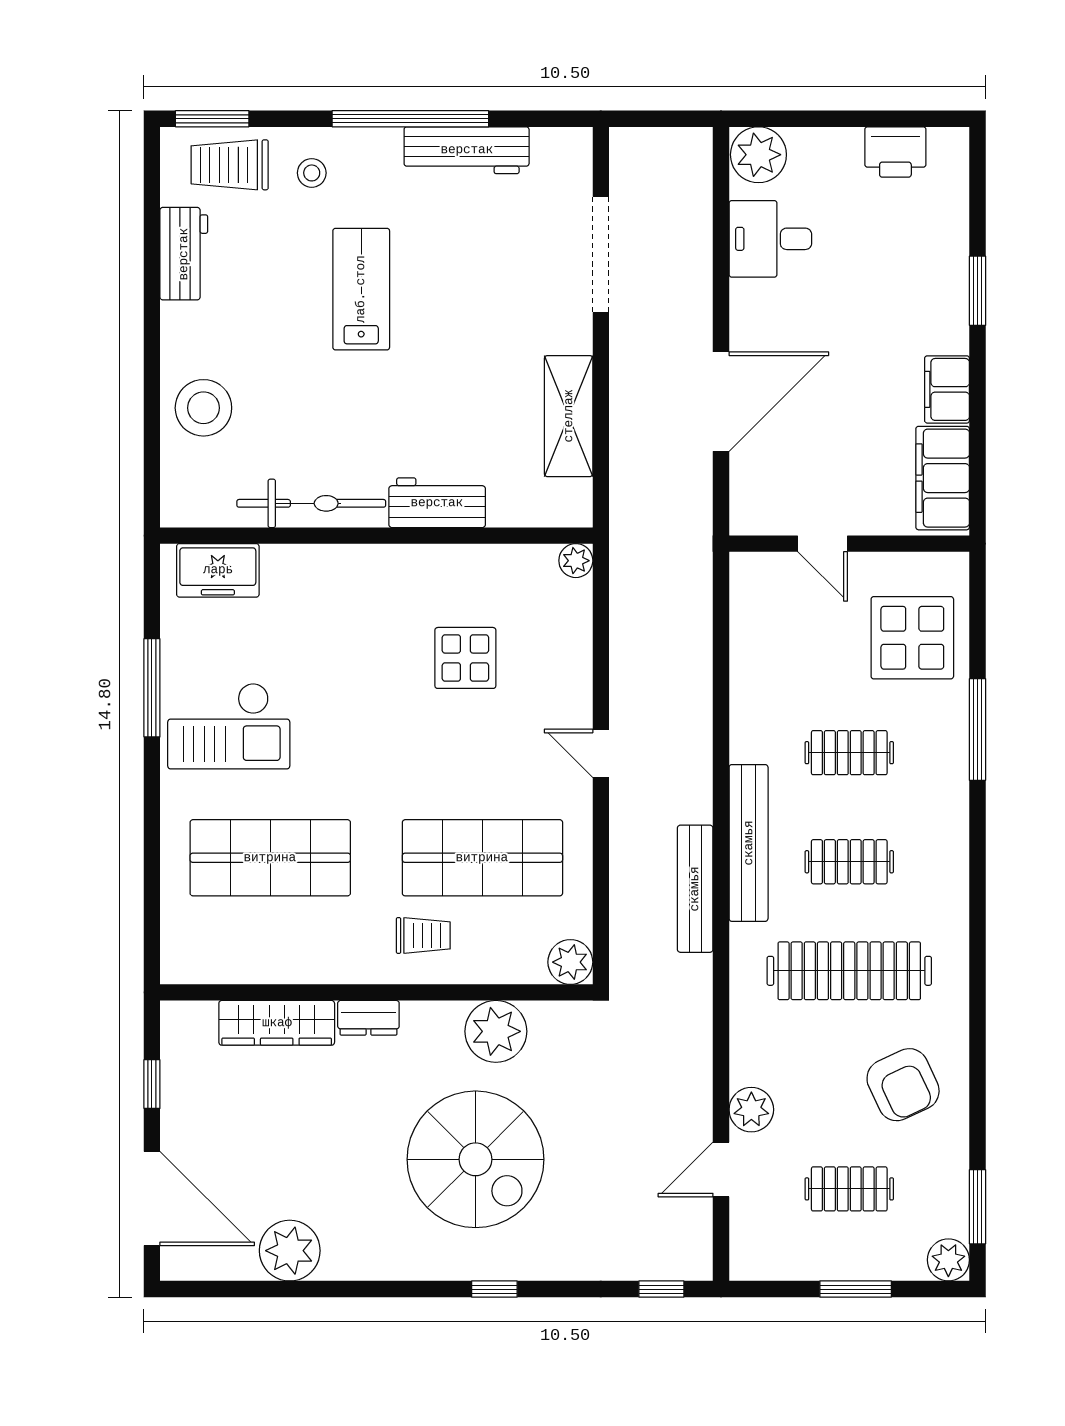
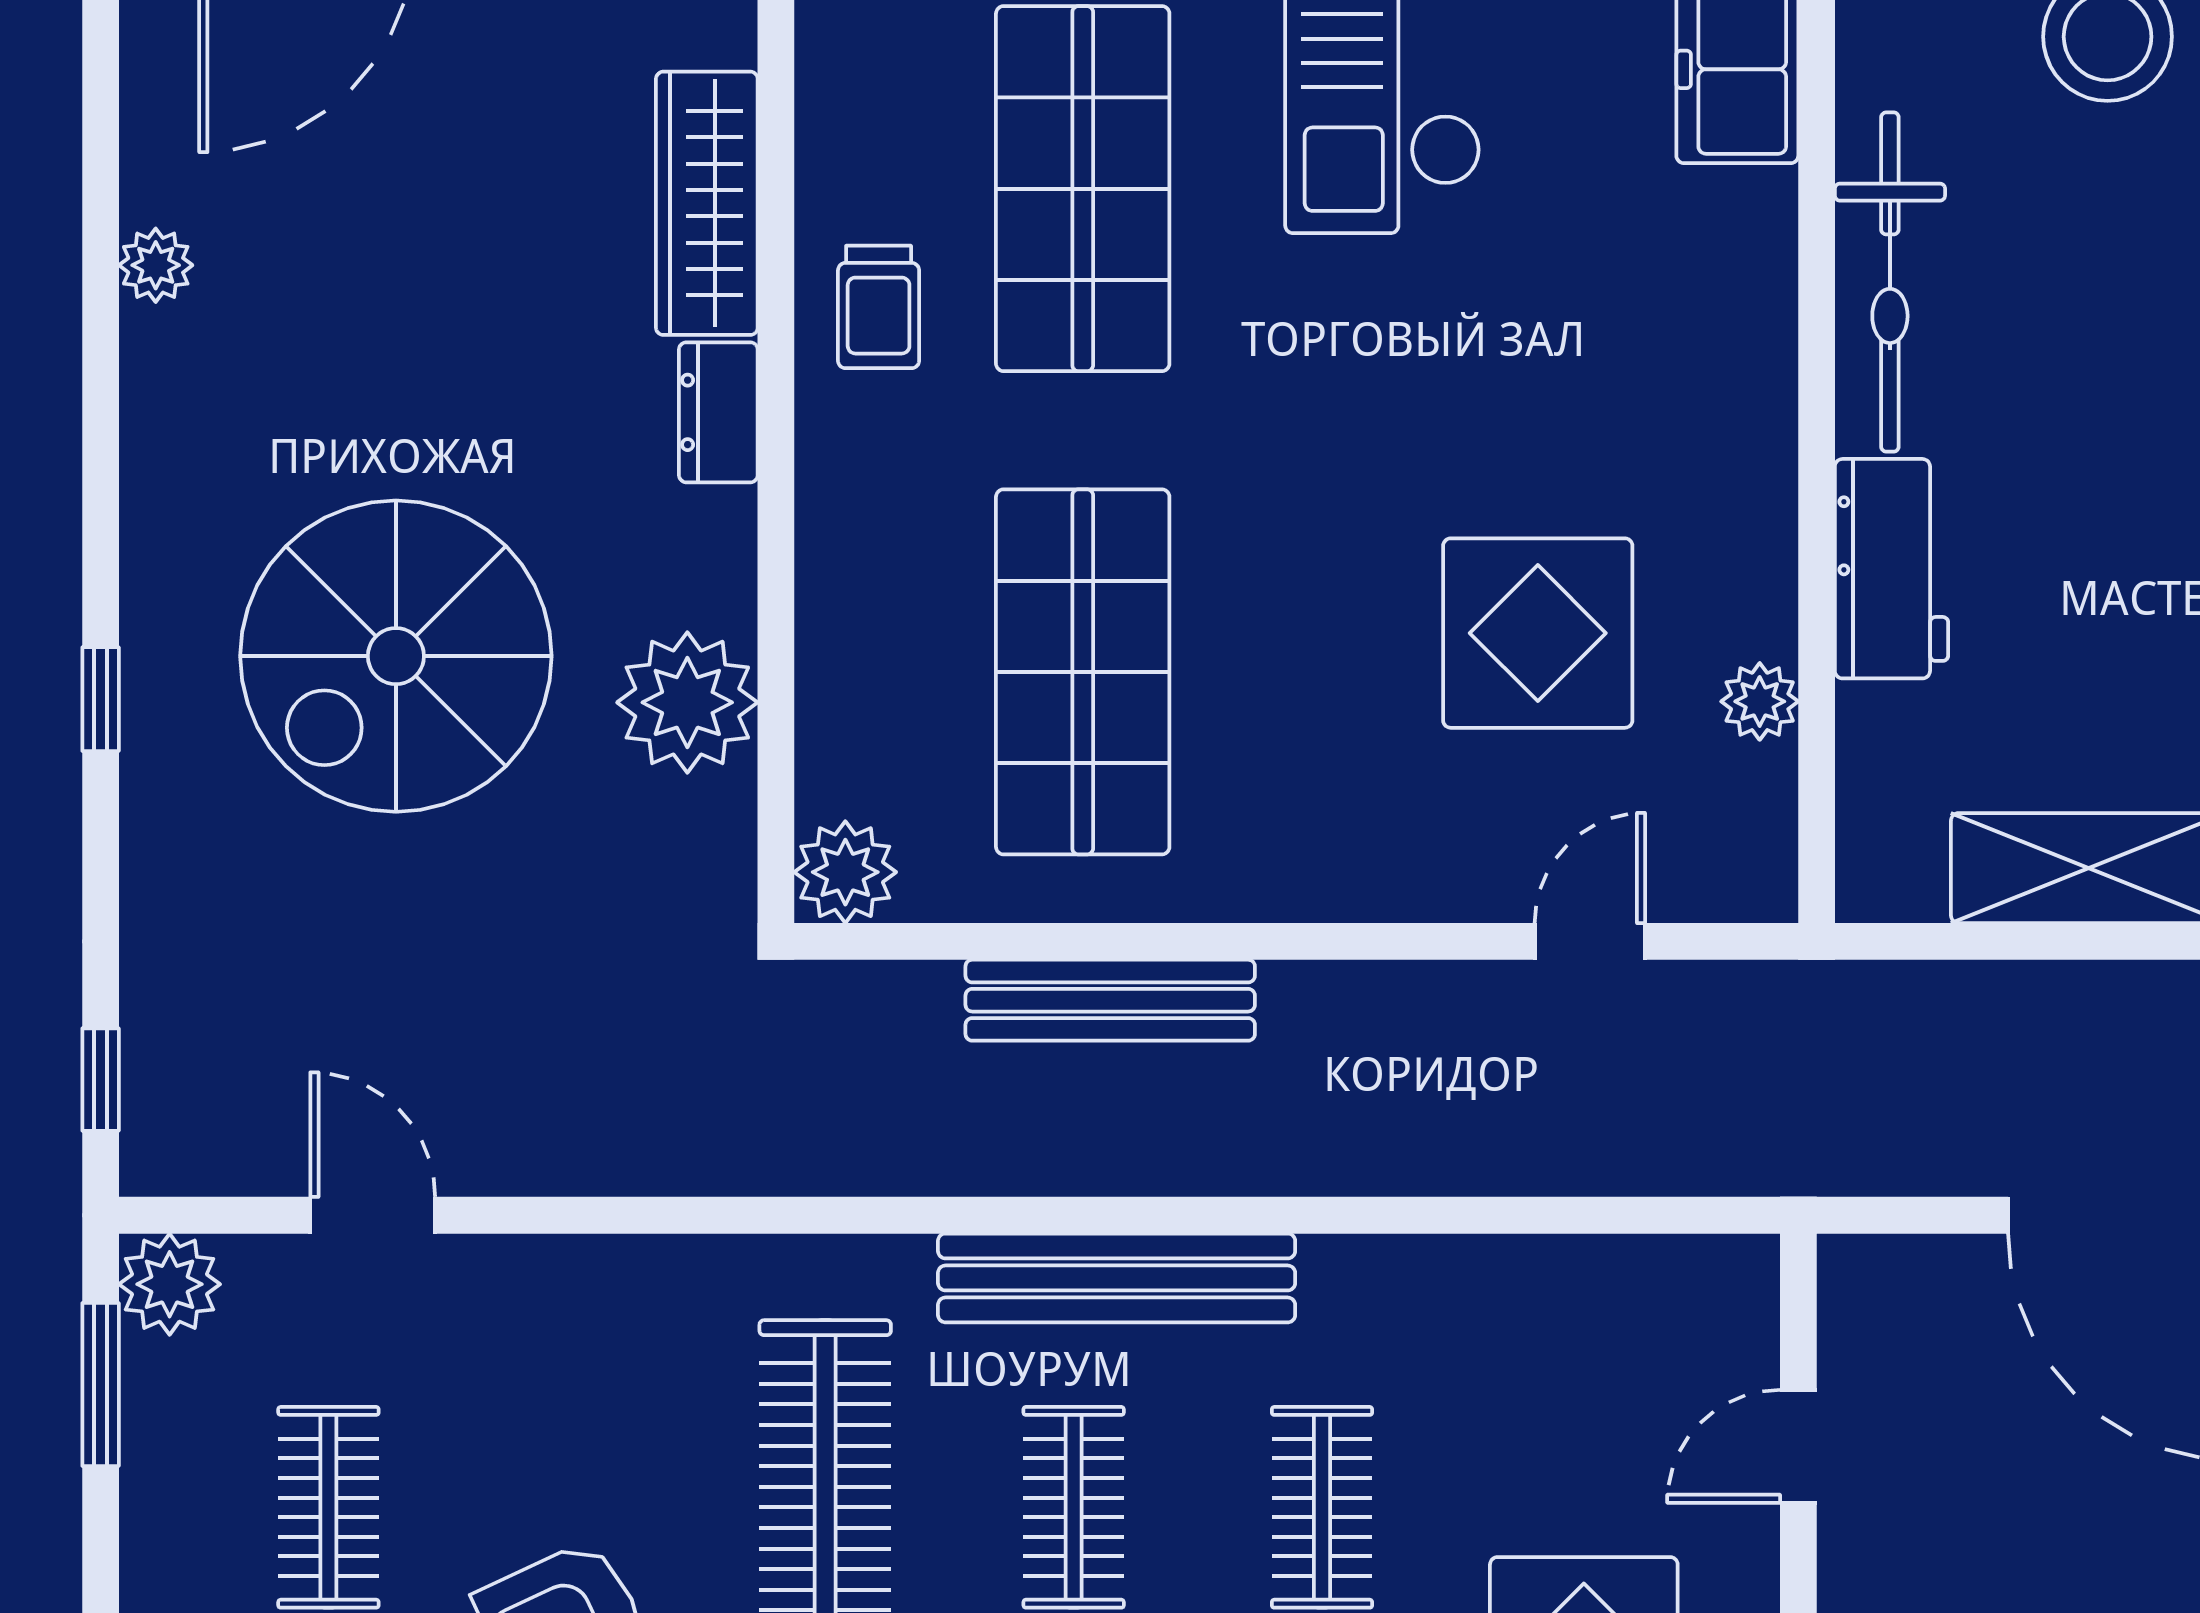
plant: (576, 561) -> (1760, 701), moved
display table: (465, 658) -> (1538, 633), width x1.36, depth x1.36
door: (601, 753) -> (1590, 941), moved
bench: (695, 889) -> (1110, 1000), moved
trolley: (423, 935) -> (879, 307), moved
plant: (751, 1110) -> (170, 1284), moved
plant: (290, 1251) -> (156, 265), width x0.53, depth x0.53
window: (856, 1289) -> (101, 1385), moved

